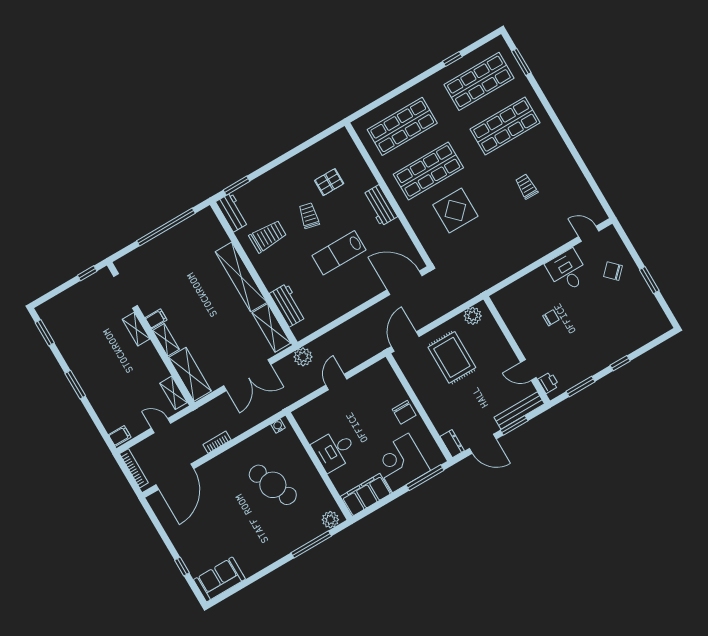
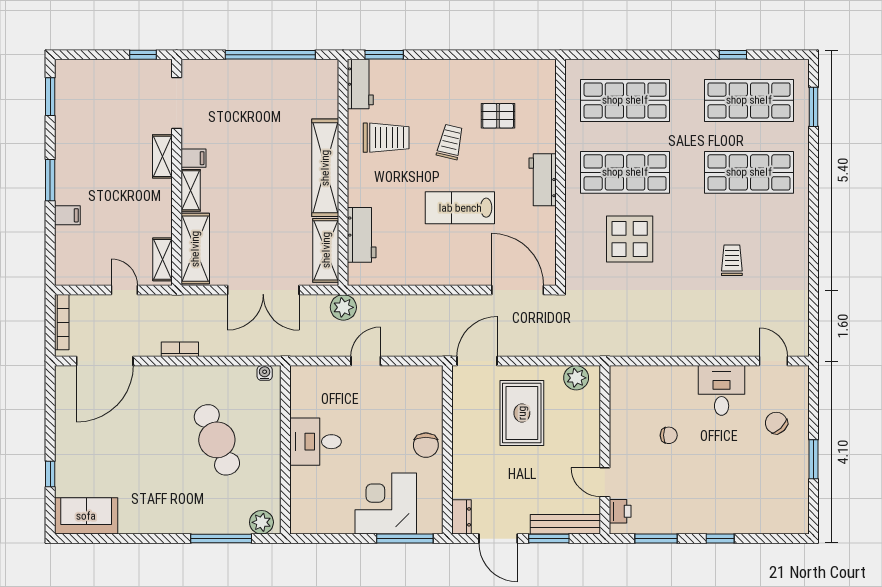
filing cabinet: (120, 436) -> (67, 215), moved
filing cabinet: (366, 495) -> (322, 518), removed

